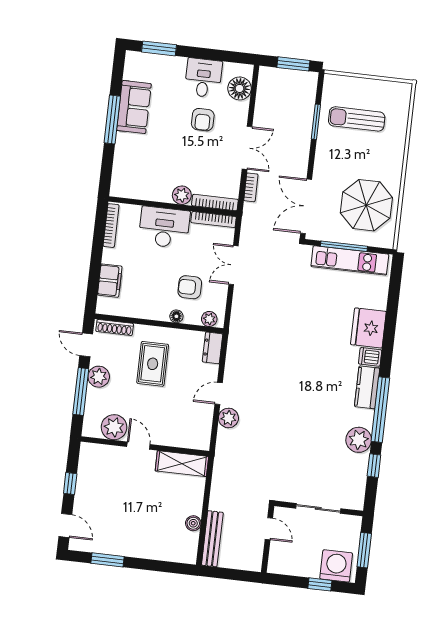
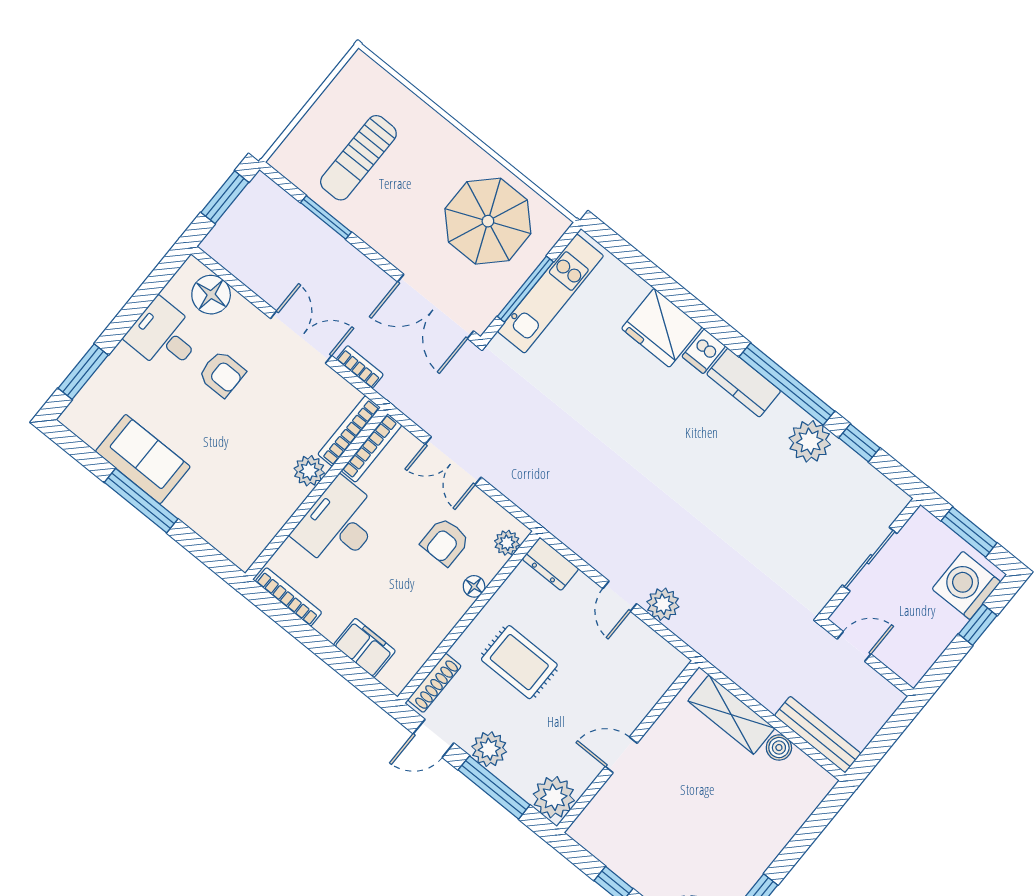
plant: (114, 427) -> (554, 797), moved
shelving: (182, 464) -> (731, 715), moved, turned 90

